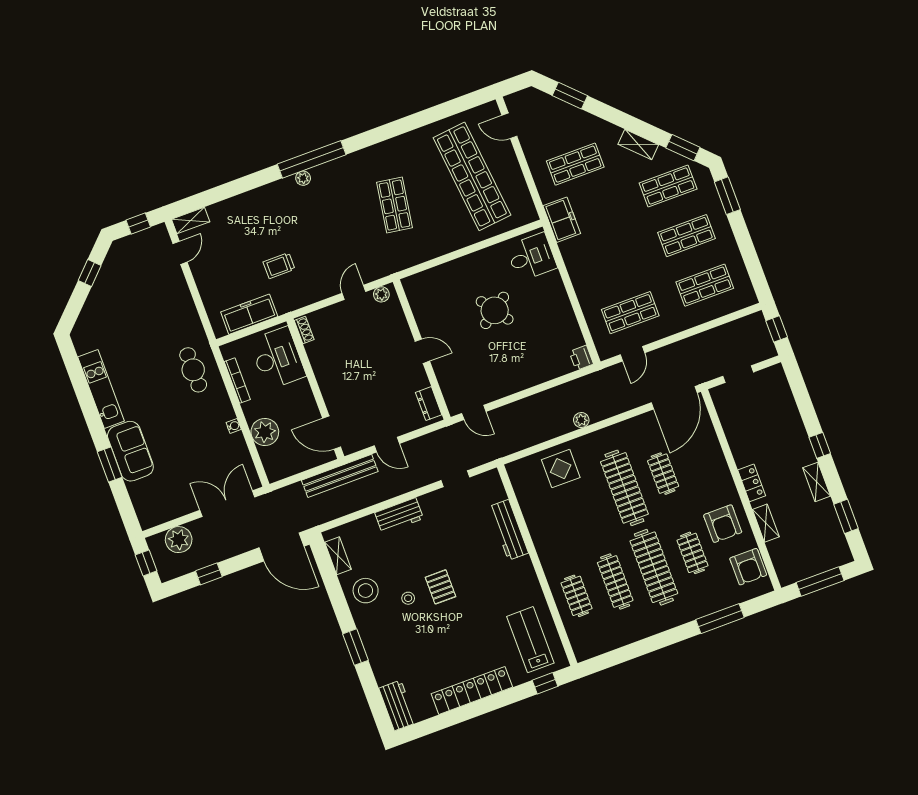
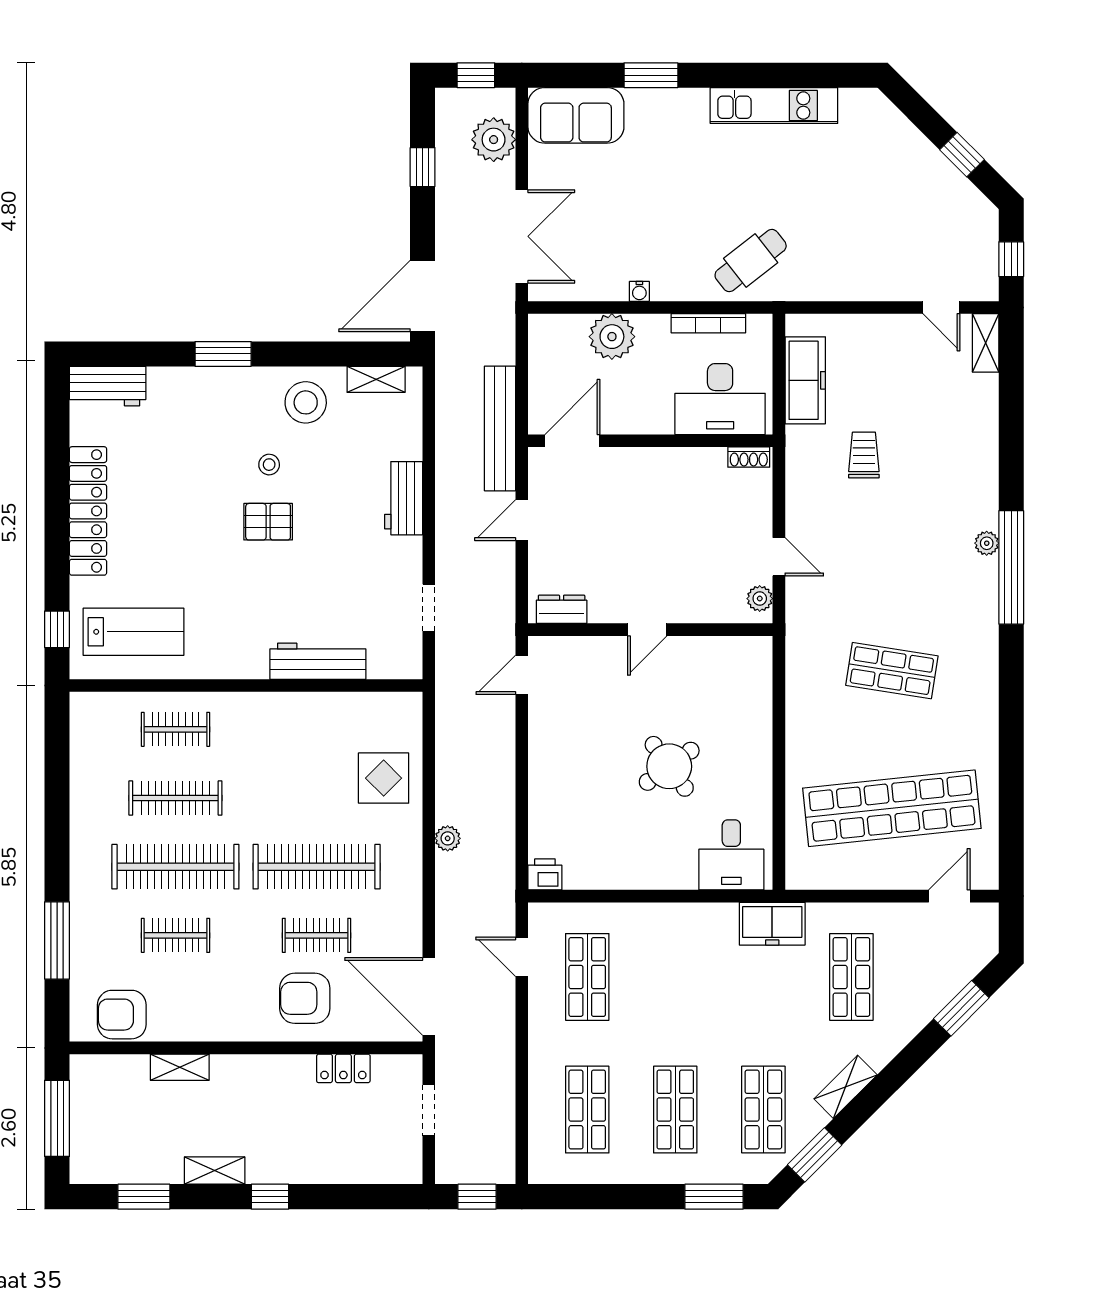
cafe table: (193, 370) -> (751, 261), turned -38
sofa: (130, 451) -> (576, 115), moved
locker: (752, 483) -> (343, 1068), moved
armchair: (723, 524) -> (305, 998), moved

